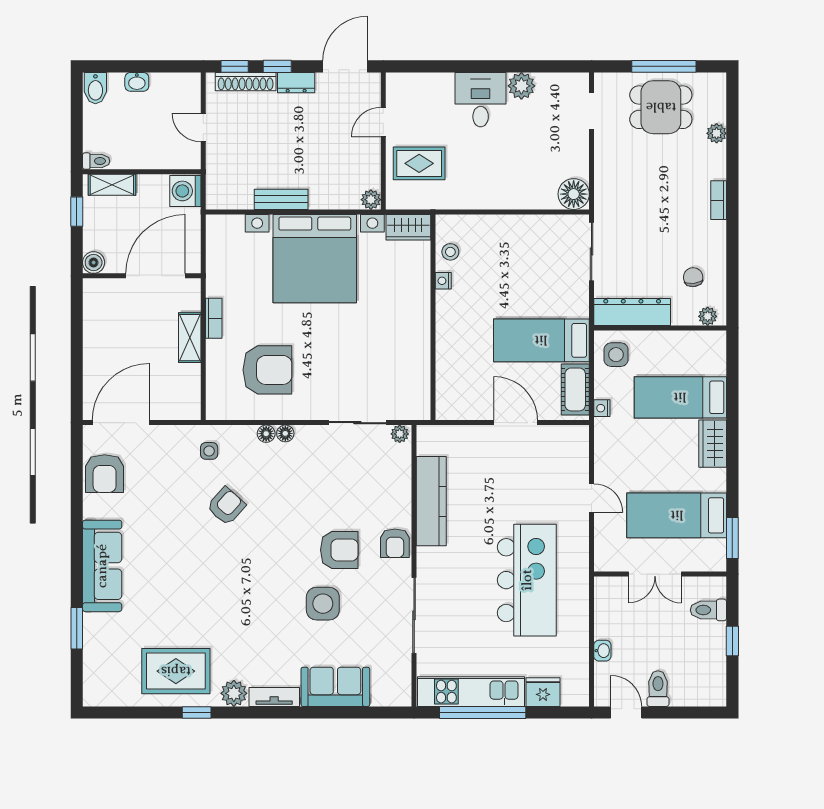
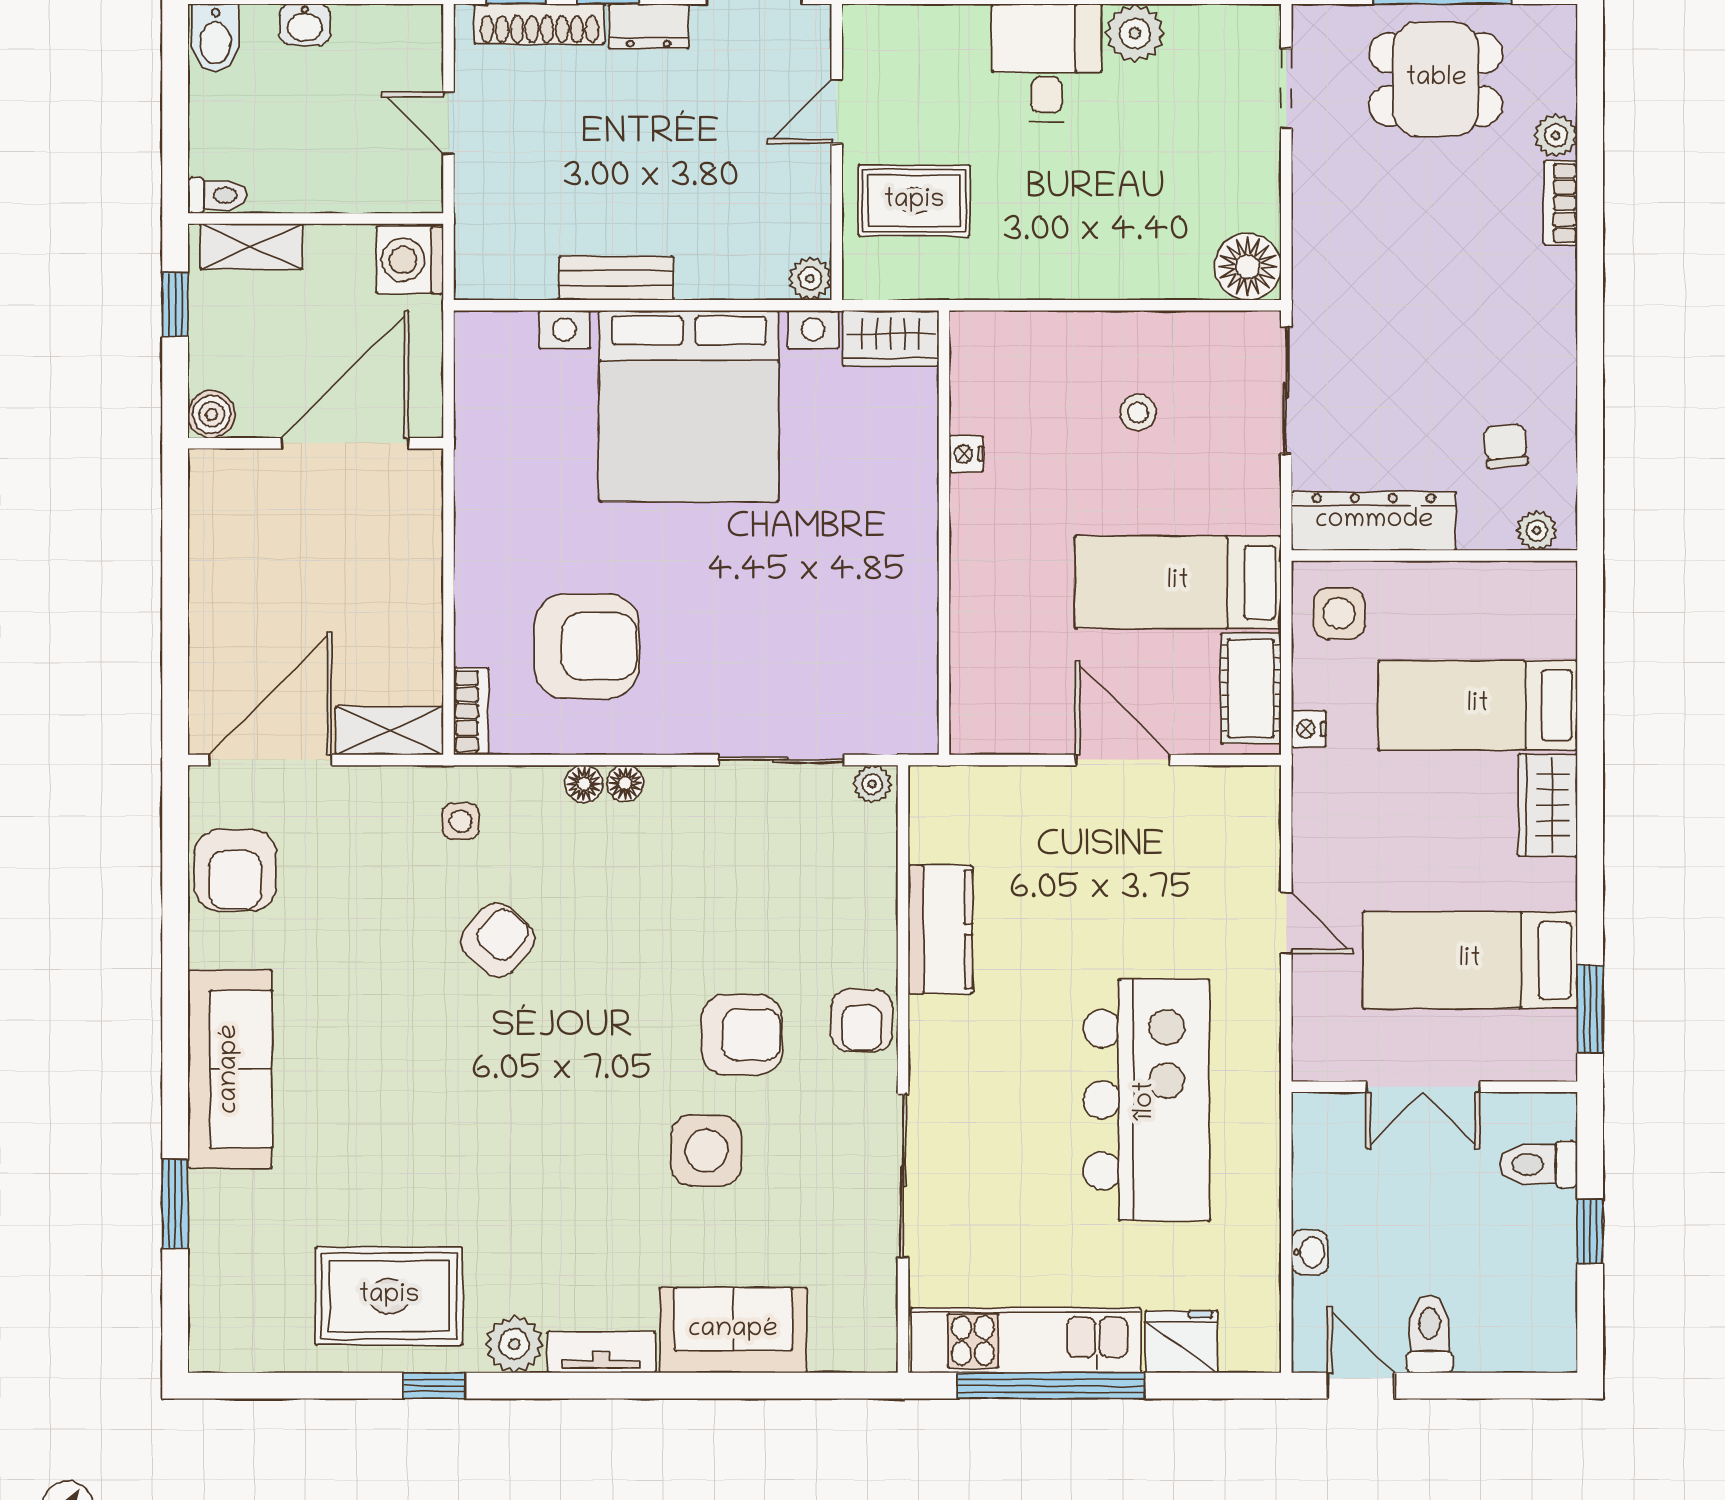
bookcase: (719, 200) -> (1561, 203), moved
stool: (450, 252) -> (1138, 412), moved
bookcase: (214, 318) -> (471, 711), moved
shelving: (190, 338) -> (389, 731), moved, turned 90
kitchen counter: (431, 501) -> (940, 929), width x0.67

